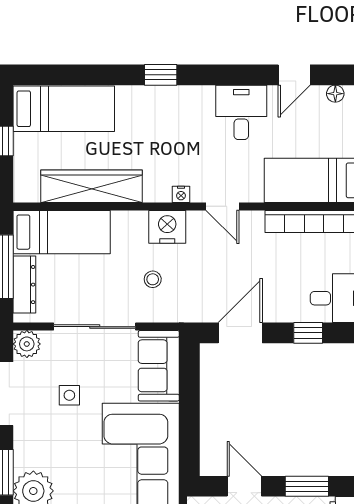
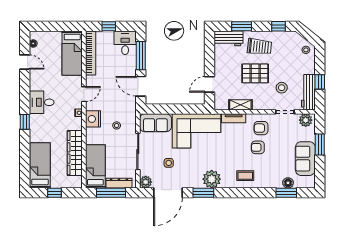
desk: (241, 112) -> (42, 102), moved
window: (308, 333) -> (141, 56), width x2.17
window: (307, 486) -> (210, 56), removed

